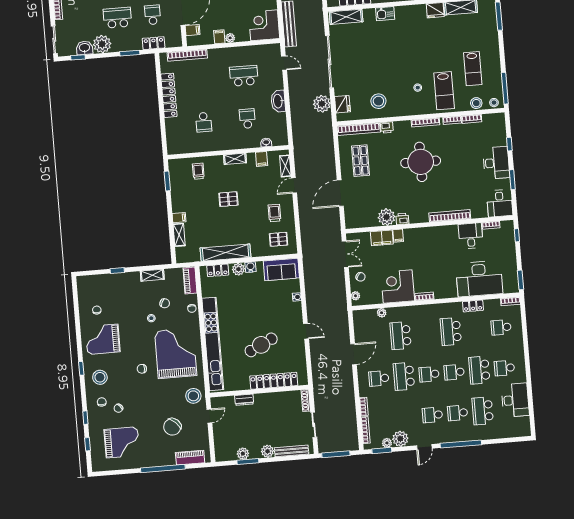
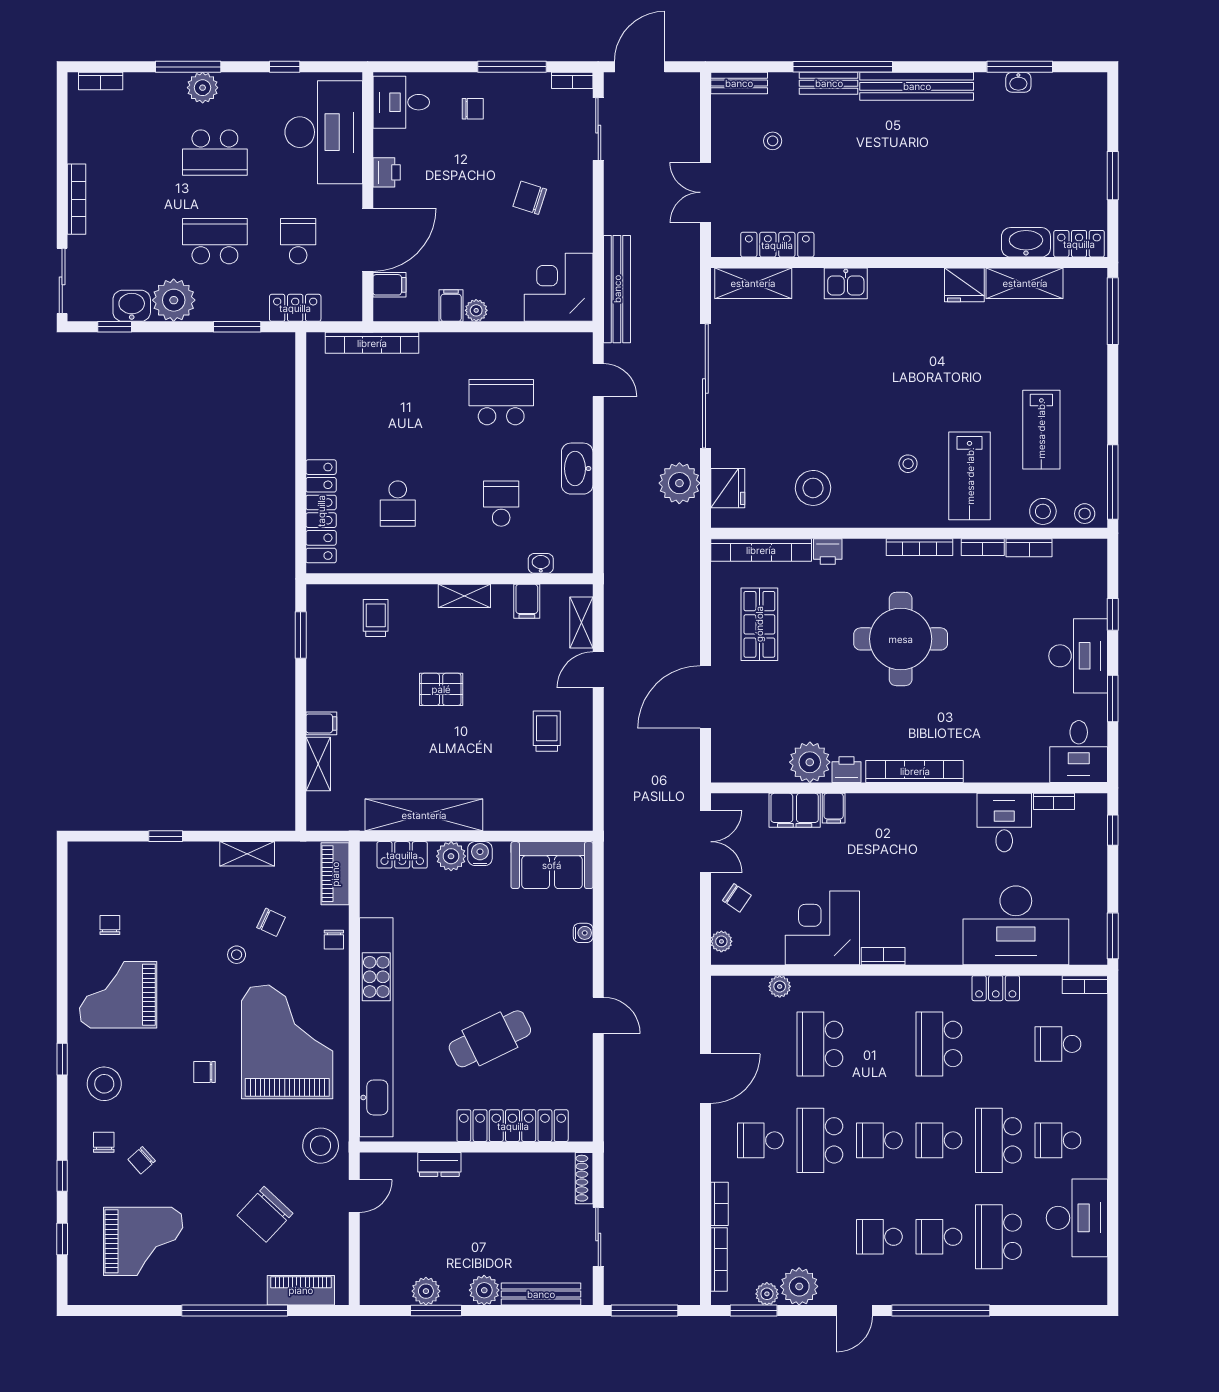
locker: (169, 95) -> (321, 511), moved
bookcase: (450, 216) -> (915, 771), moved
pallet: (278, 239) -> (551, 794), removed

